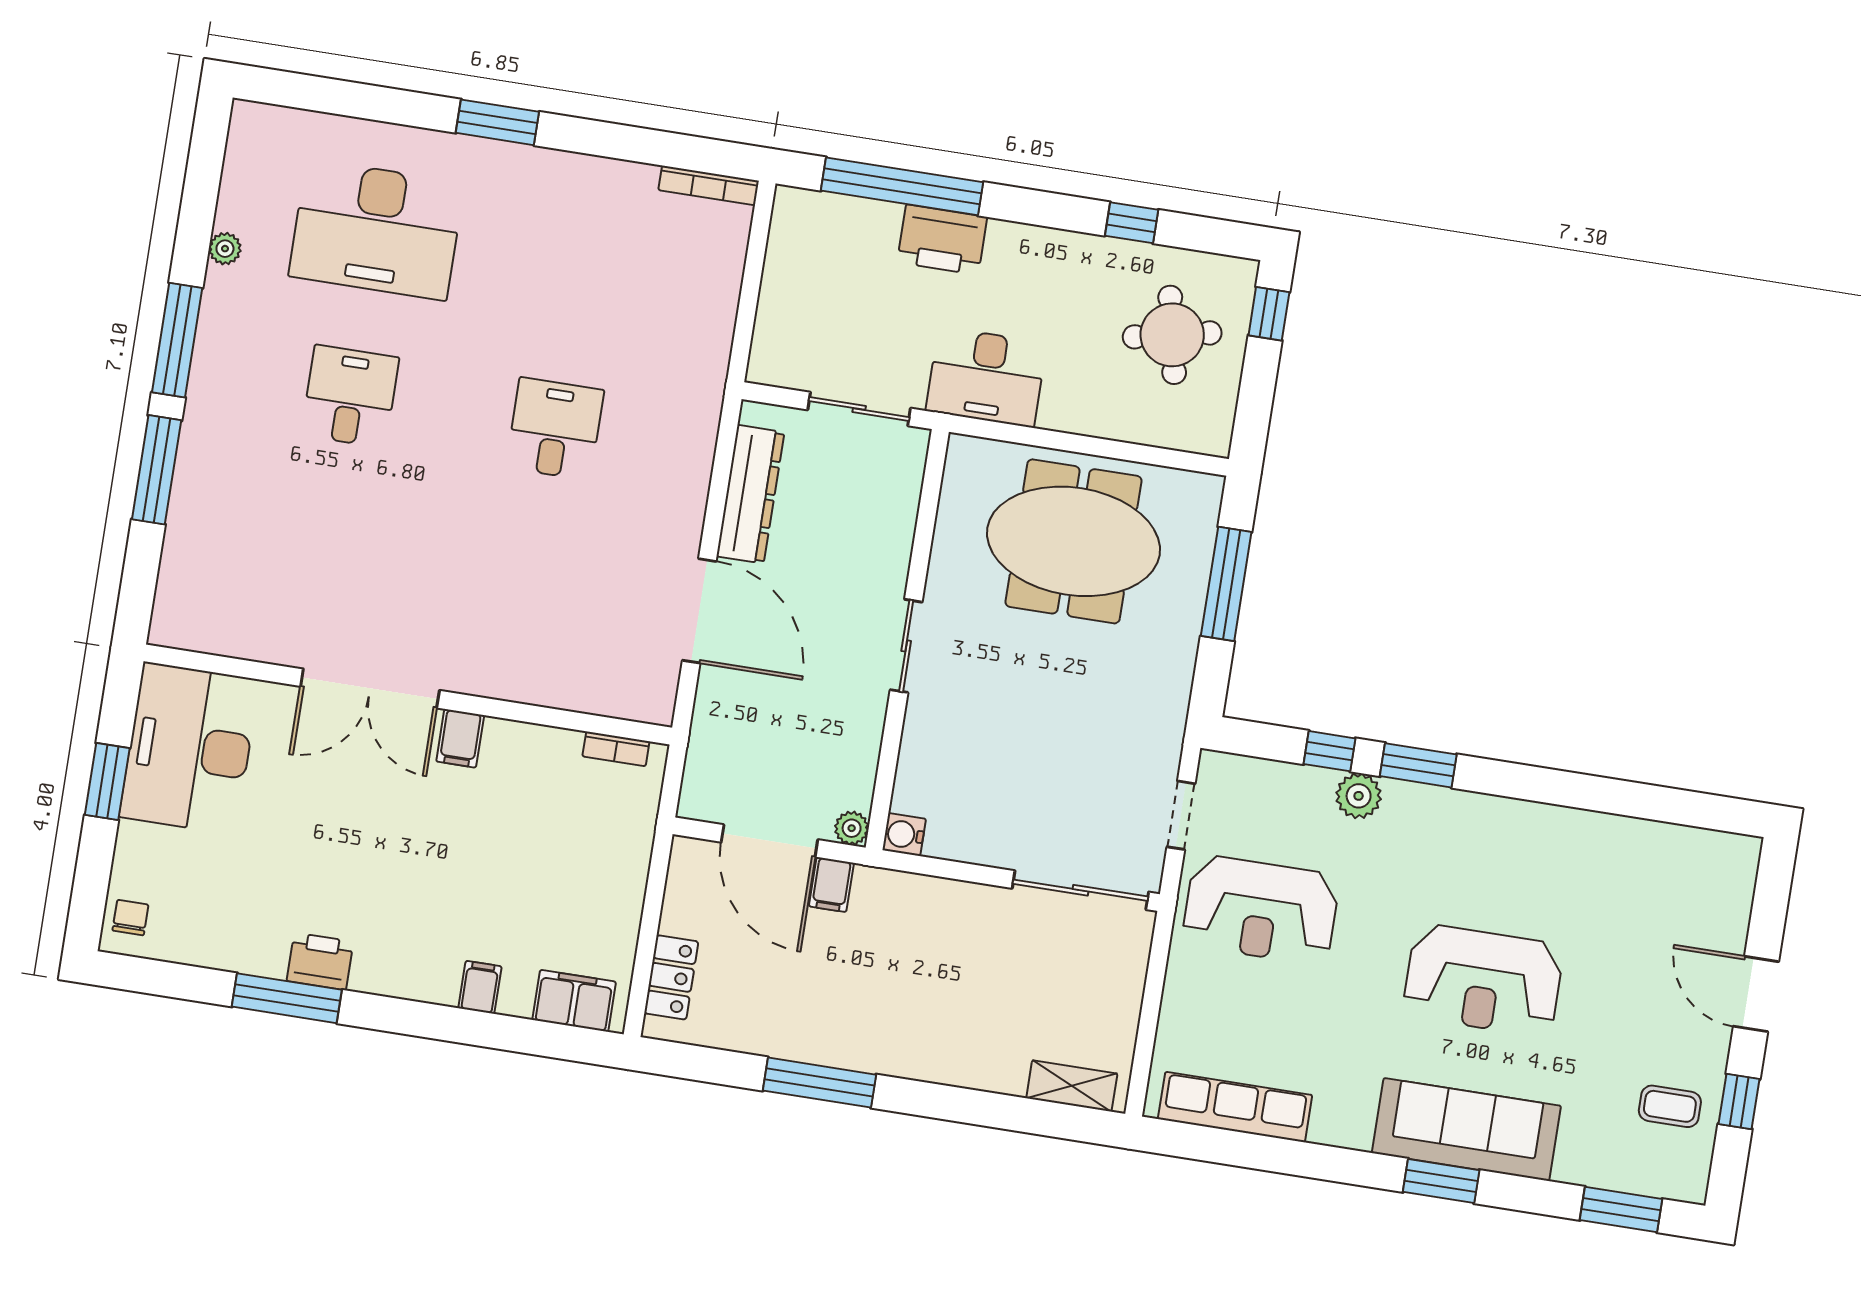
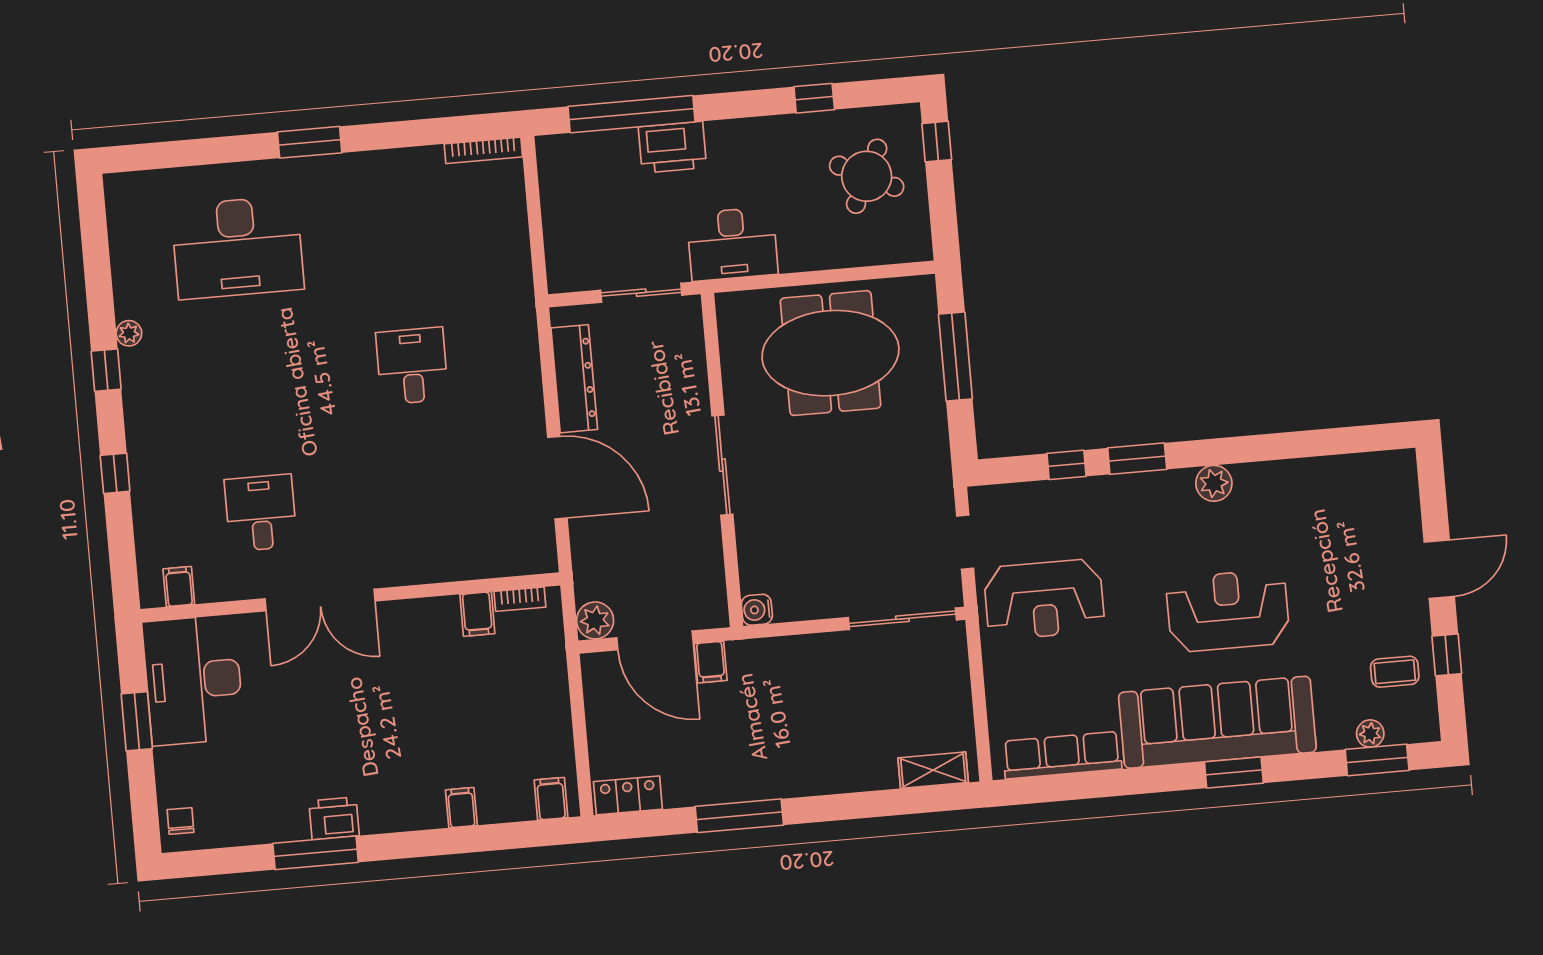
plant: (225, 249) -> (129, 333), moved
round table: (1172, 335) -> (867, 176), turned 38
window: (177, 340) -> (106, 370), width x0.46
desk: (350, 396) -> (261, 513), moved
window: (157, 470) -> (115, 473), width x0.46
filing cabinet: (200, 629) -> (179, 587), added
sliding door: (906, 646) -> (722, 465), width x1.37
filing cabinet: (460, 738) -> (477, 614), moved
plant: (1359, 796) -> (1214, 483), moved
plant: (852, 828) -> (595, 620), moved, width x1.38, depth x1.38
locker: (671, 977) -> (628, 795), moved, turned -90
reception desk: (1483, 980) -> (1228, 611), turned 180
door: (1756, 994) -> (1439, 569), swing flipped
filing cabinet: (574, 1001) -> (551, 799), width x0.50
sofa: (1466, 1129) -> (1217, 722), width x1.36, depth x1.27
plant: (1621, 1175) -> (1370, 734), added

